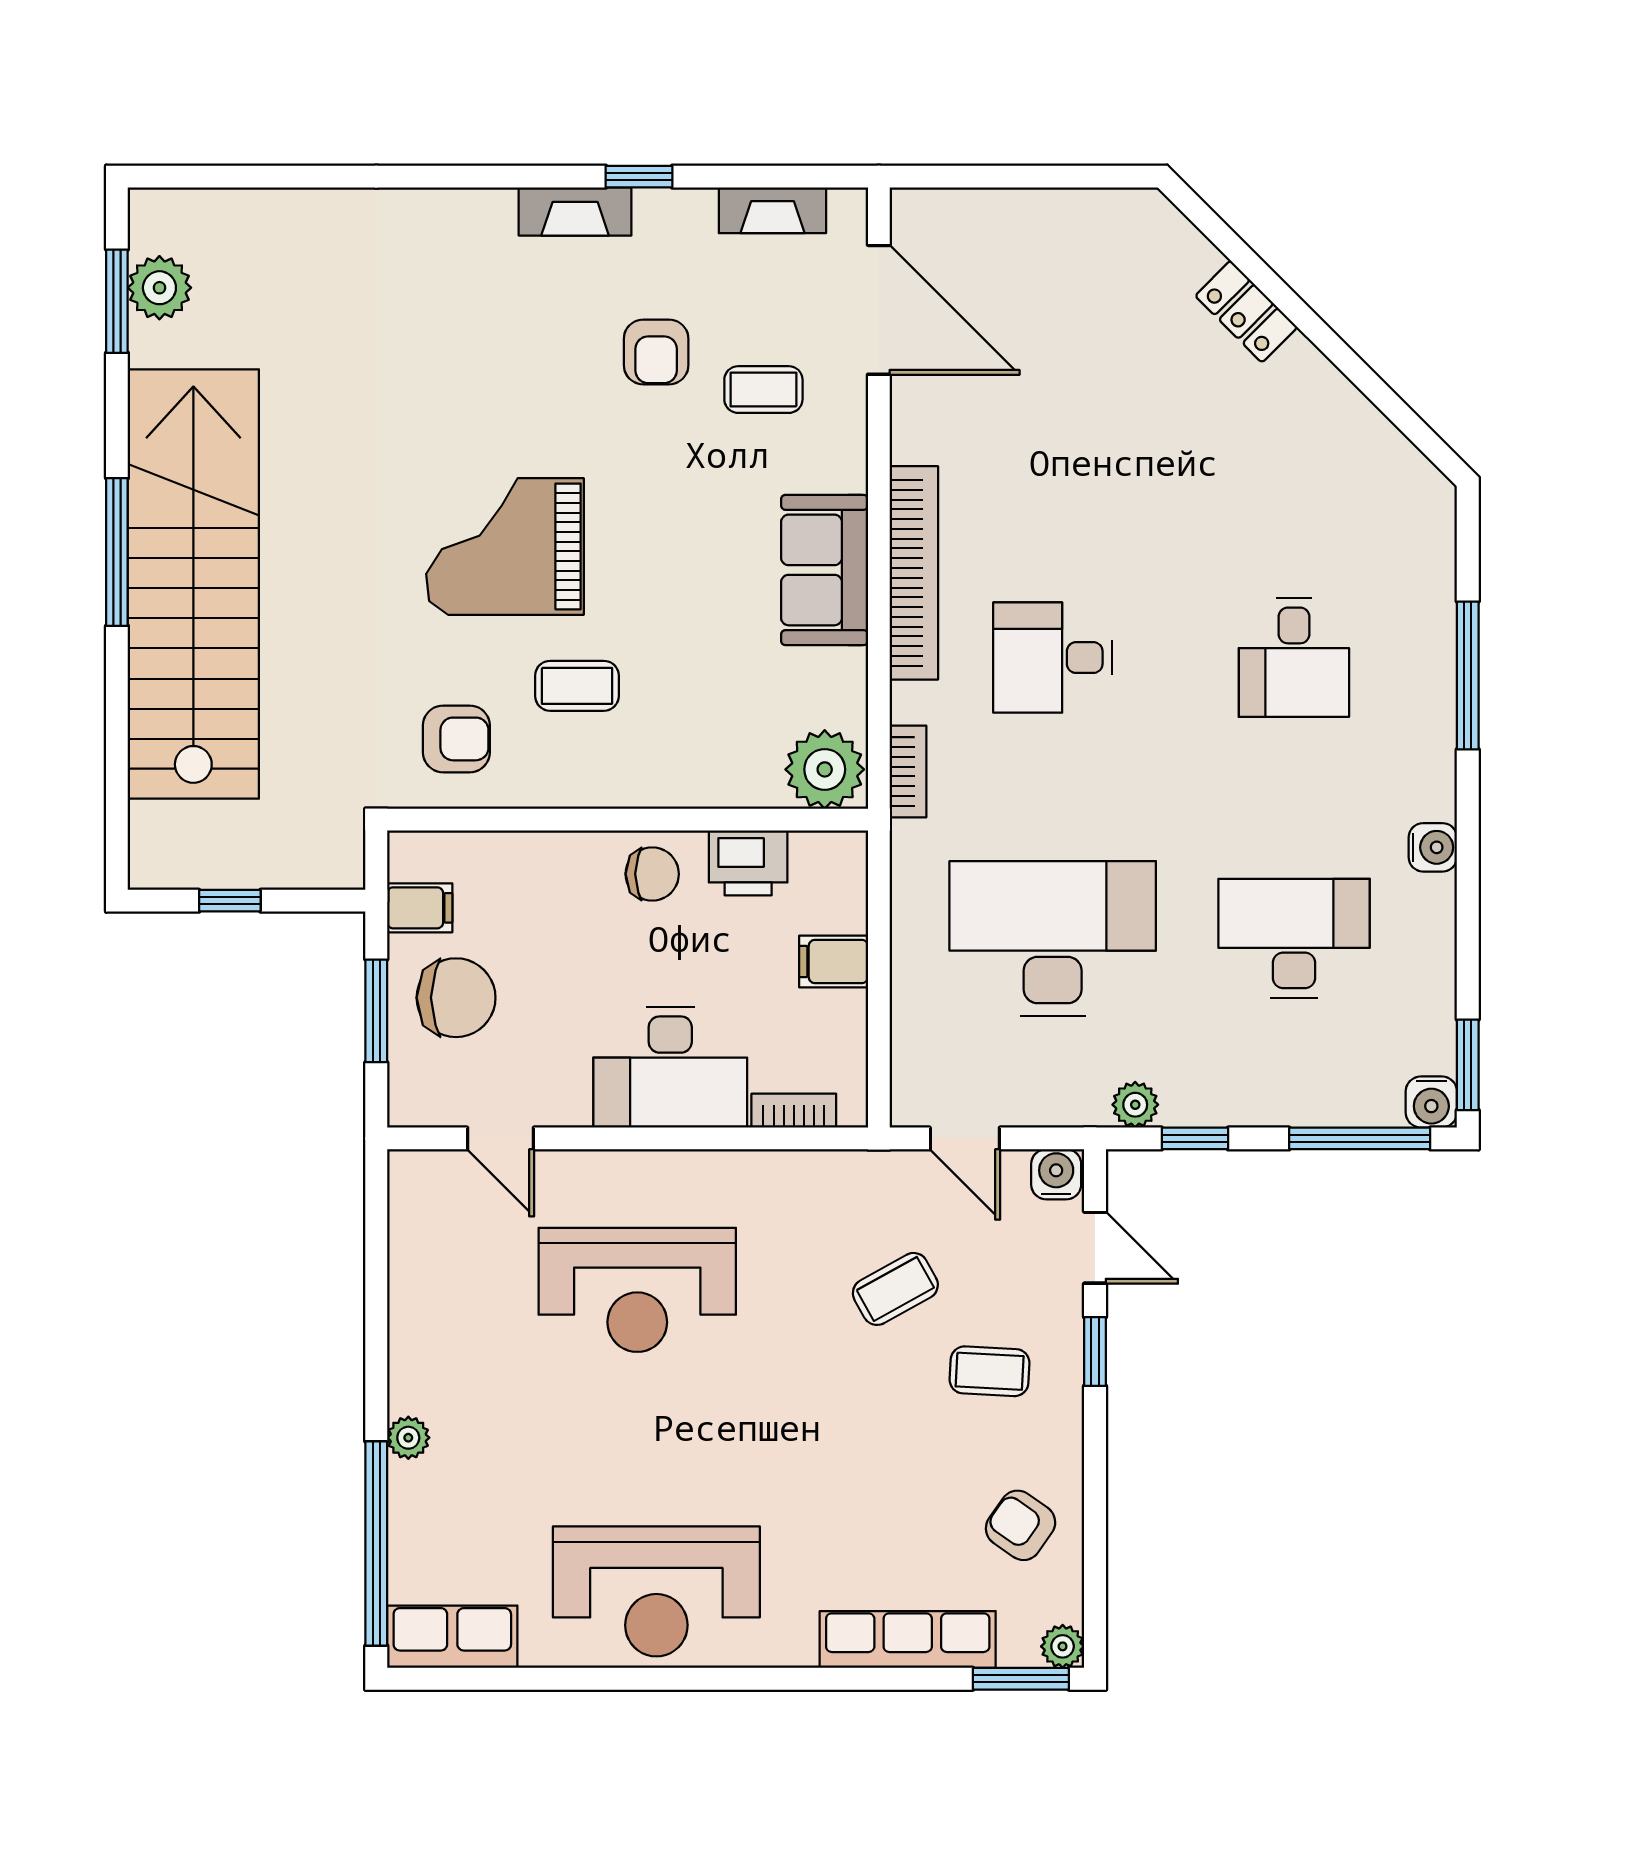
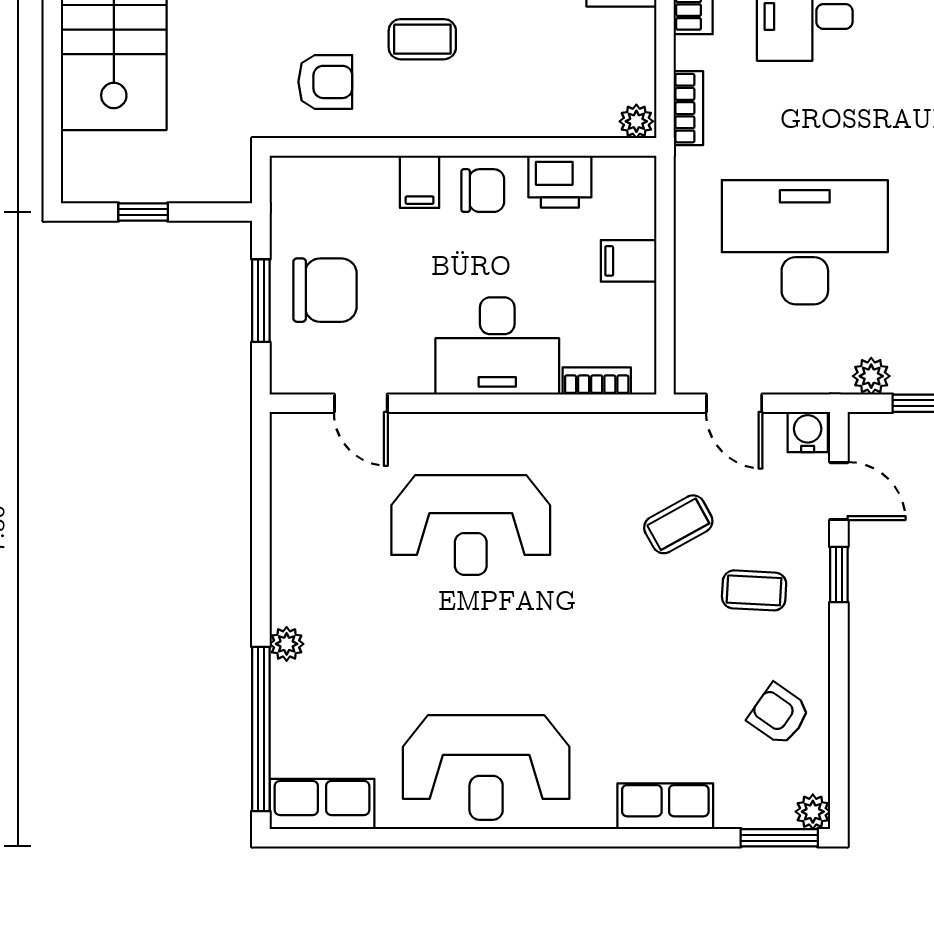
plant: (825, 769) -> (636, 121), width x0.53, depth x0.53
filing cabinet: (420, 908) -> (420, 182), moved, turned 90
row of seats: (908, 1639) -> (665, 806), width x0.68

